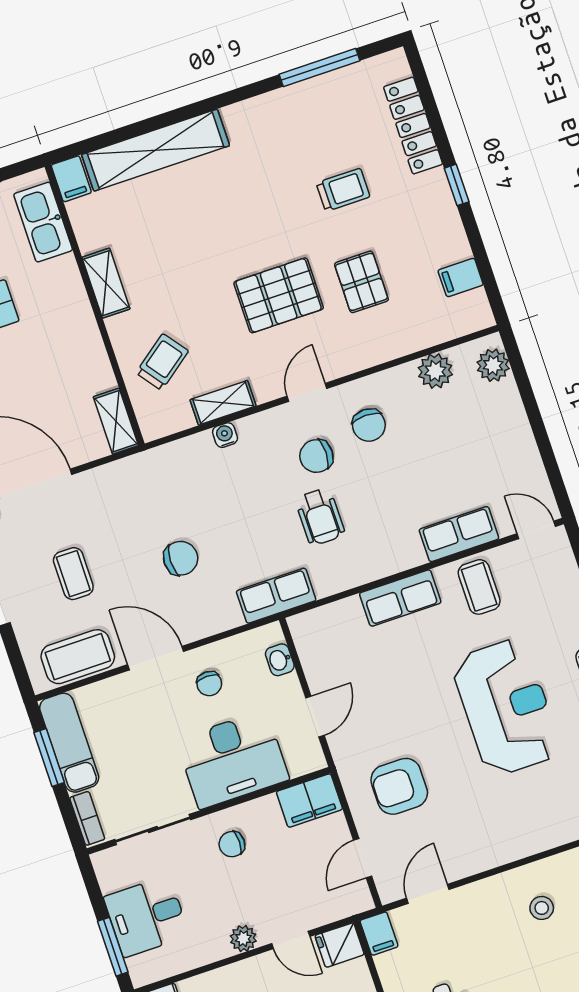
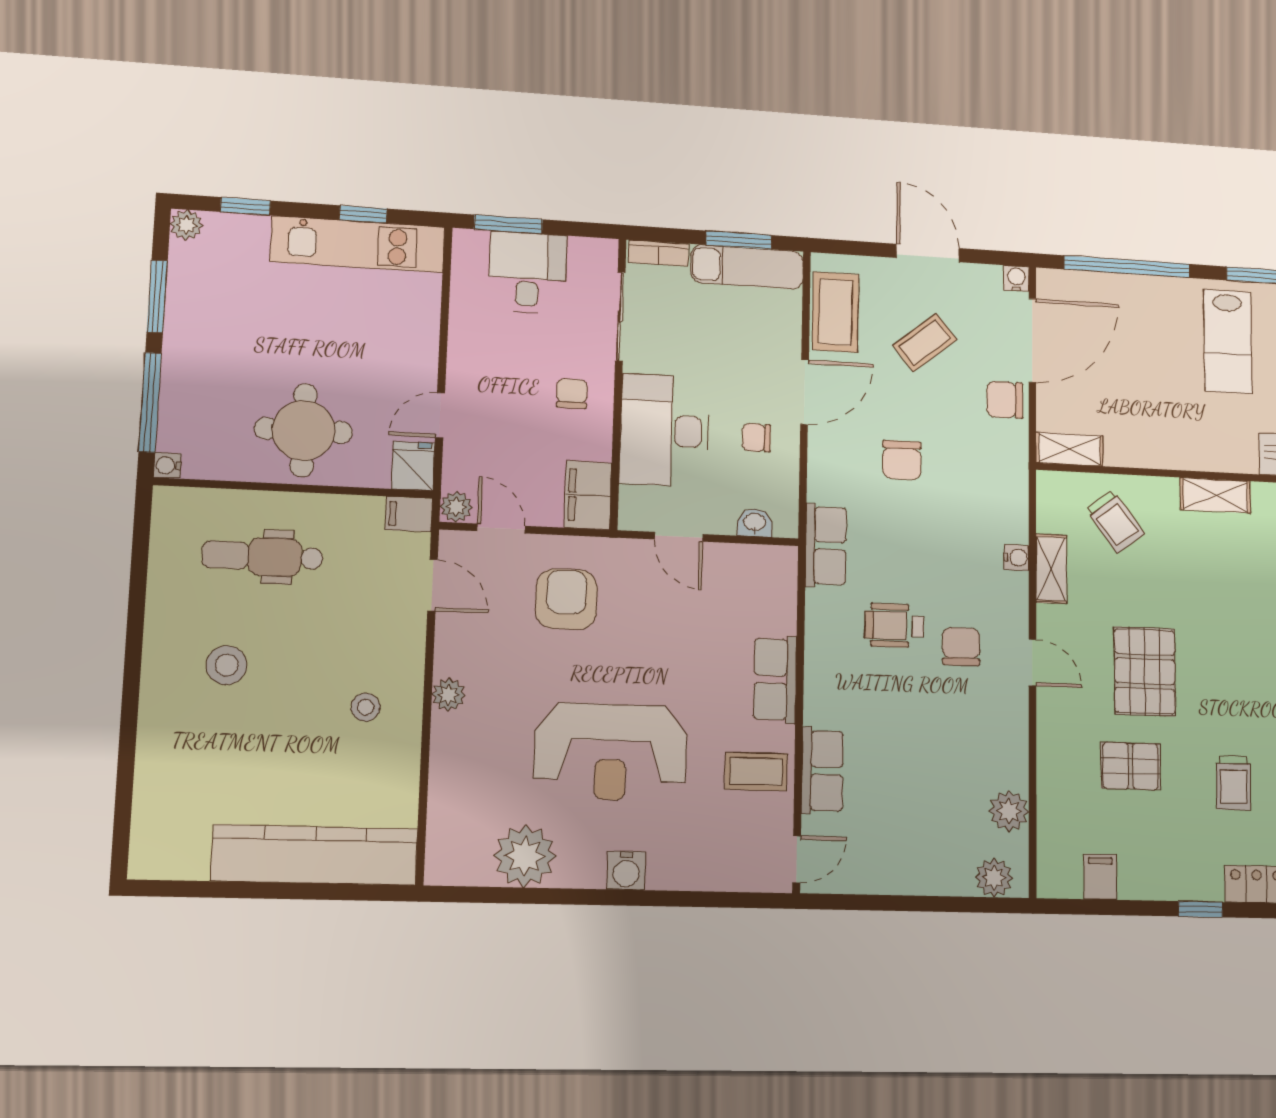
chair: (369, 425) -> (1005, 400), moved
coffee table: (73, 574) -> (925, 342), turned -39
plant: (508, 849) -> (449, 695), added
plant: (243, 938) -> (456, 507), moved

